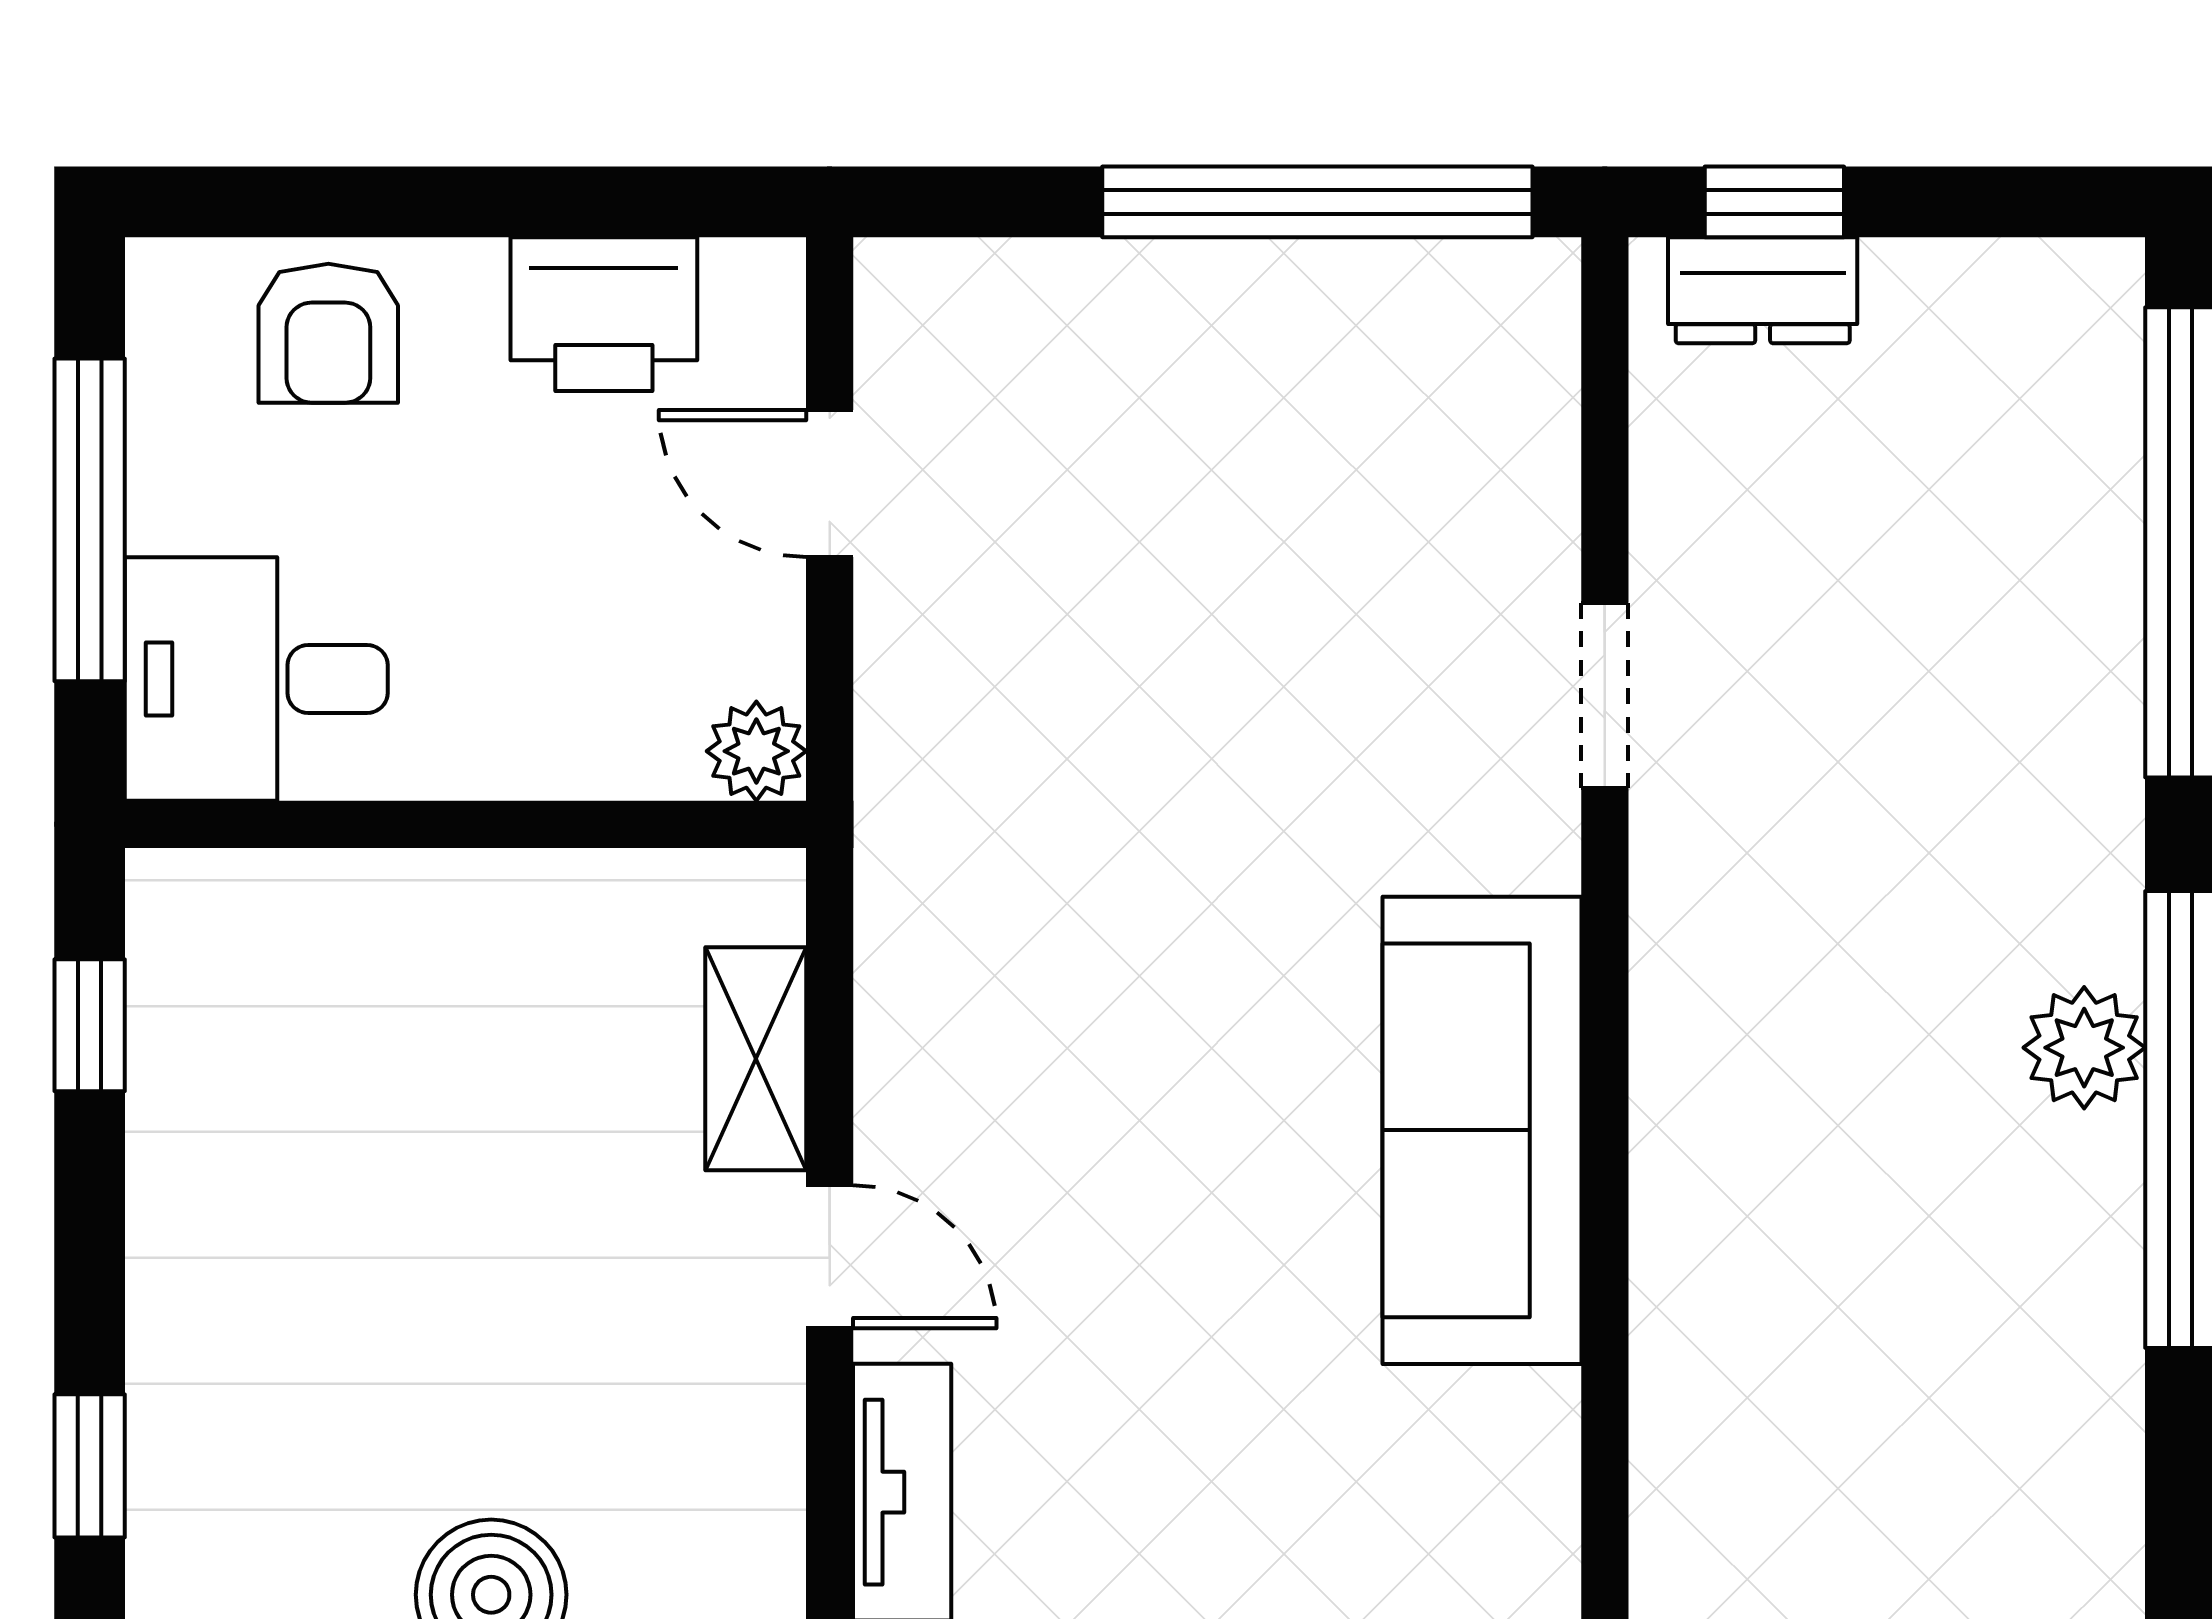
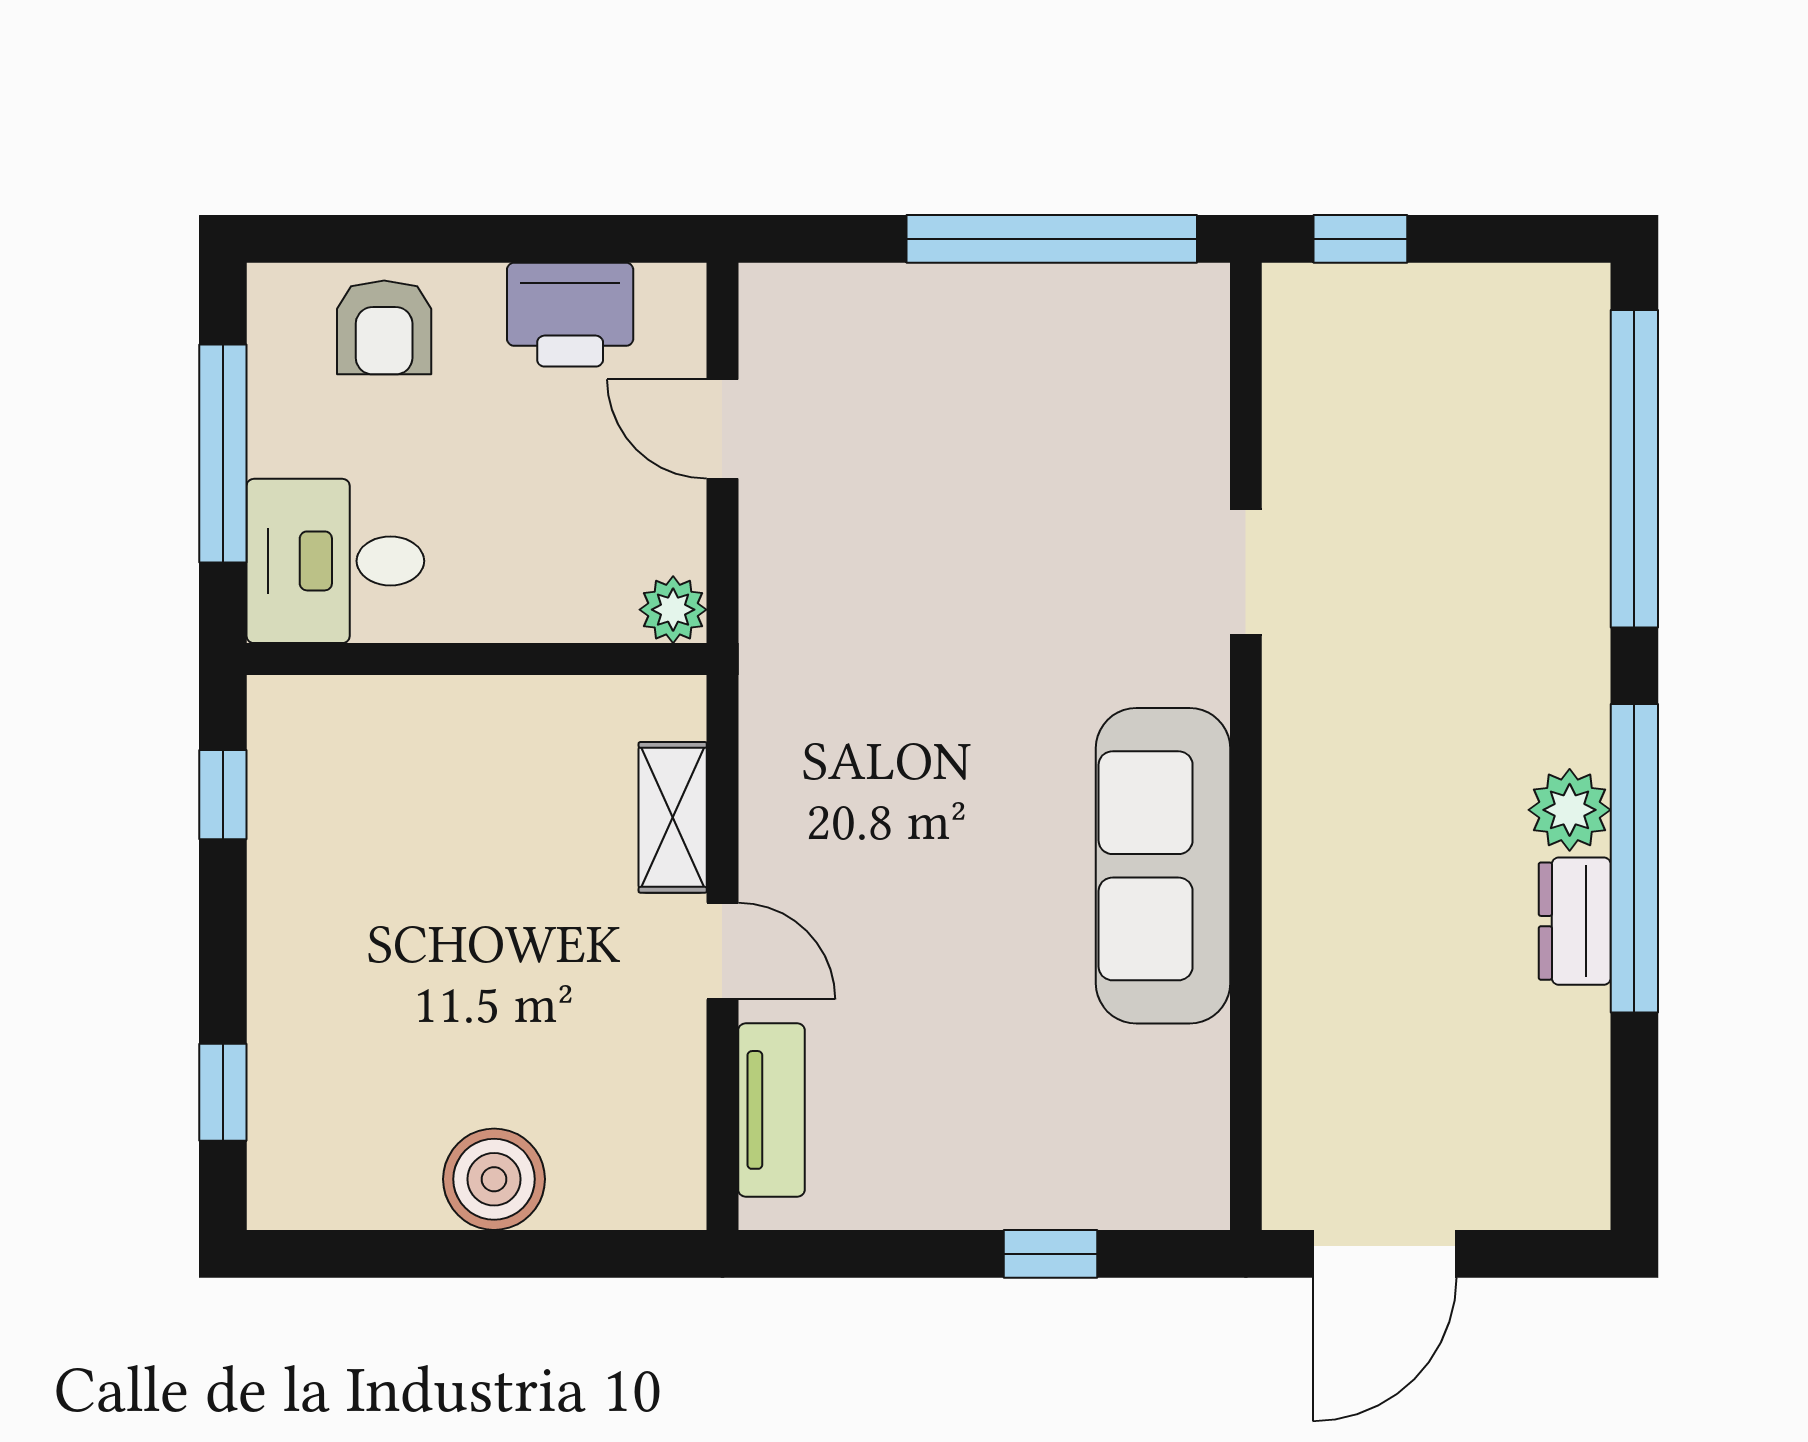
dresser: (1763, 290) -> (1575, 921), moved, turned 90

